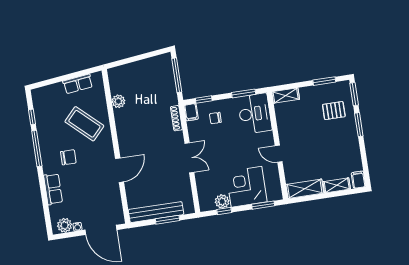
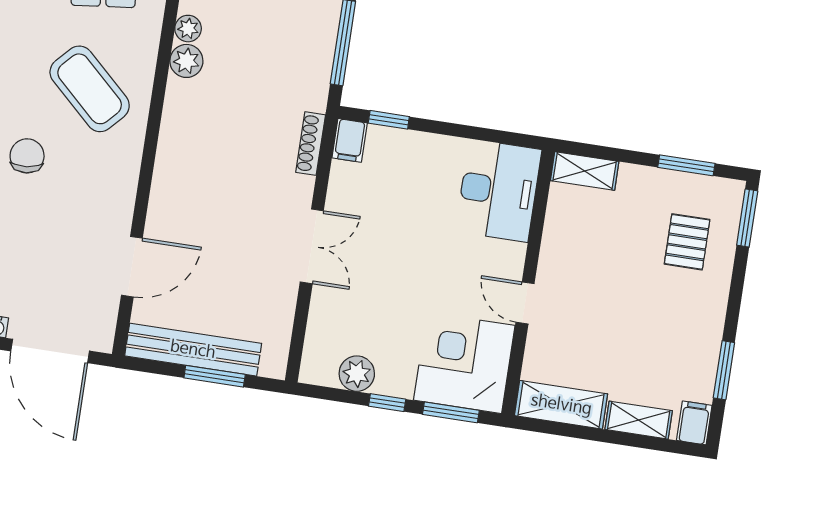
plant: (115, 89) -> (188, 29), added
window: (244, 93) -> (487, 135), removed
pallet: (334, 111) -> (687, 242), turned 90
chair: (215, 118) -> (402, 172), removed
window: (359, 125) -> (724, 370), moved
chair: (68, 157) -> (27, 156), turned -96
door: (120, 170) -> (132, 267), moved
corner desk: (246, 187) -> (464, 363), moved
window: (224, 211) -> (387, 403), moved

